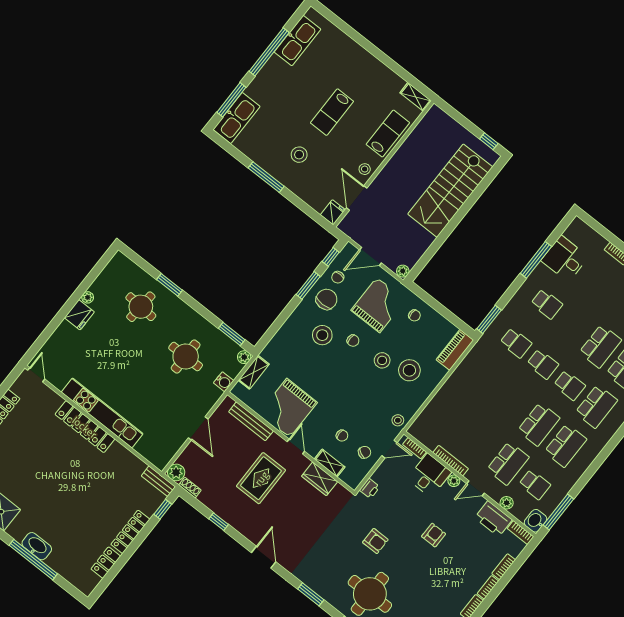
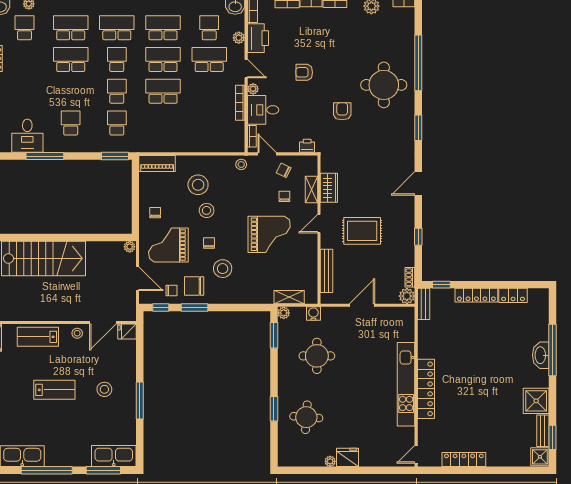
school desk: (512, 403) -> (163, 91), added
grand piano: (288, 408) -> (269, 234), moved

